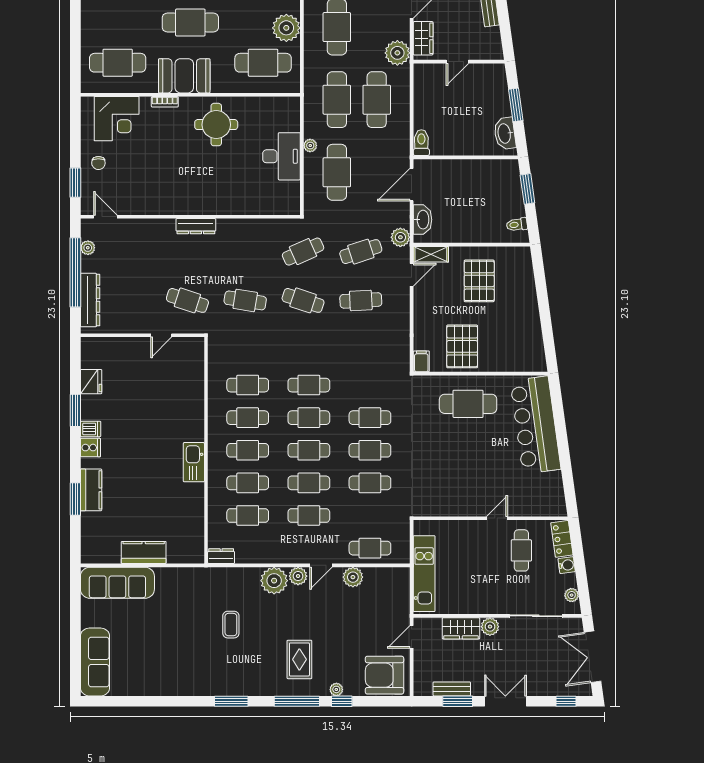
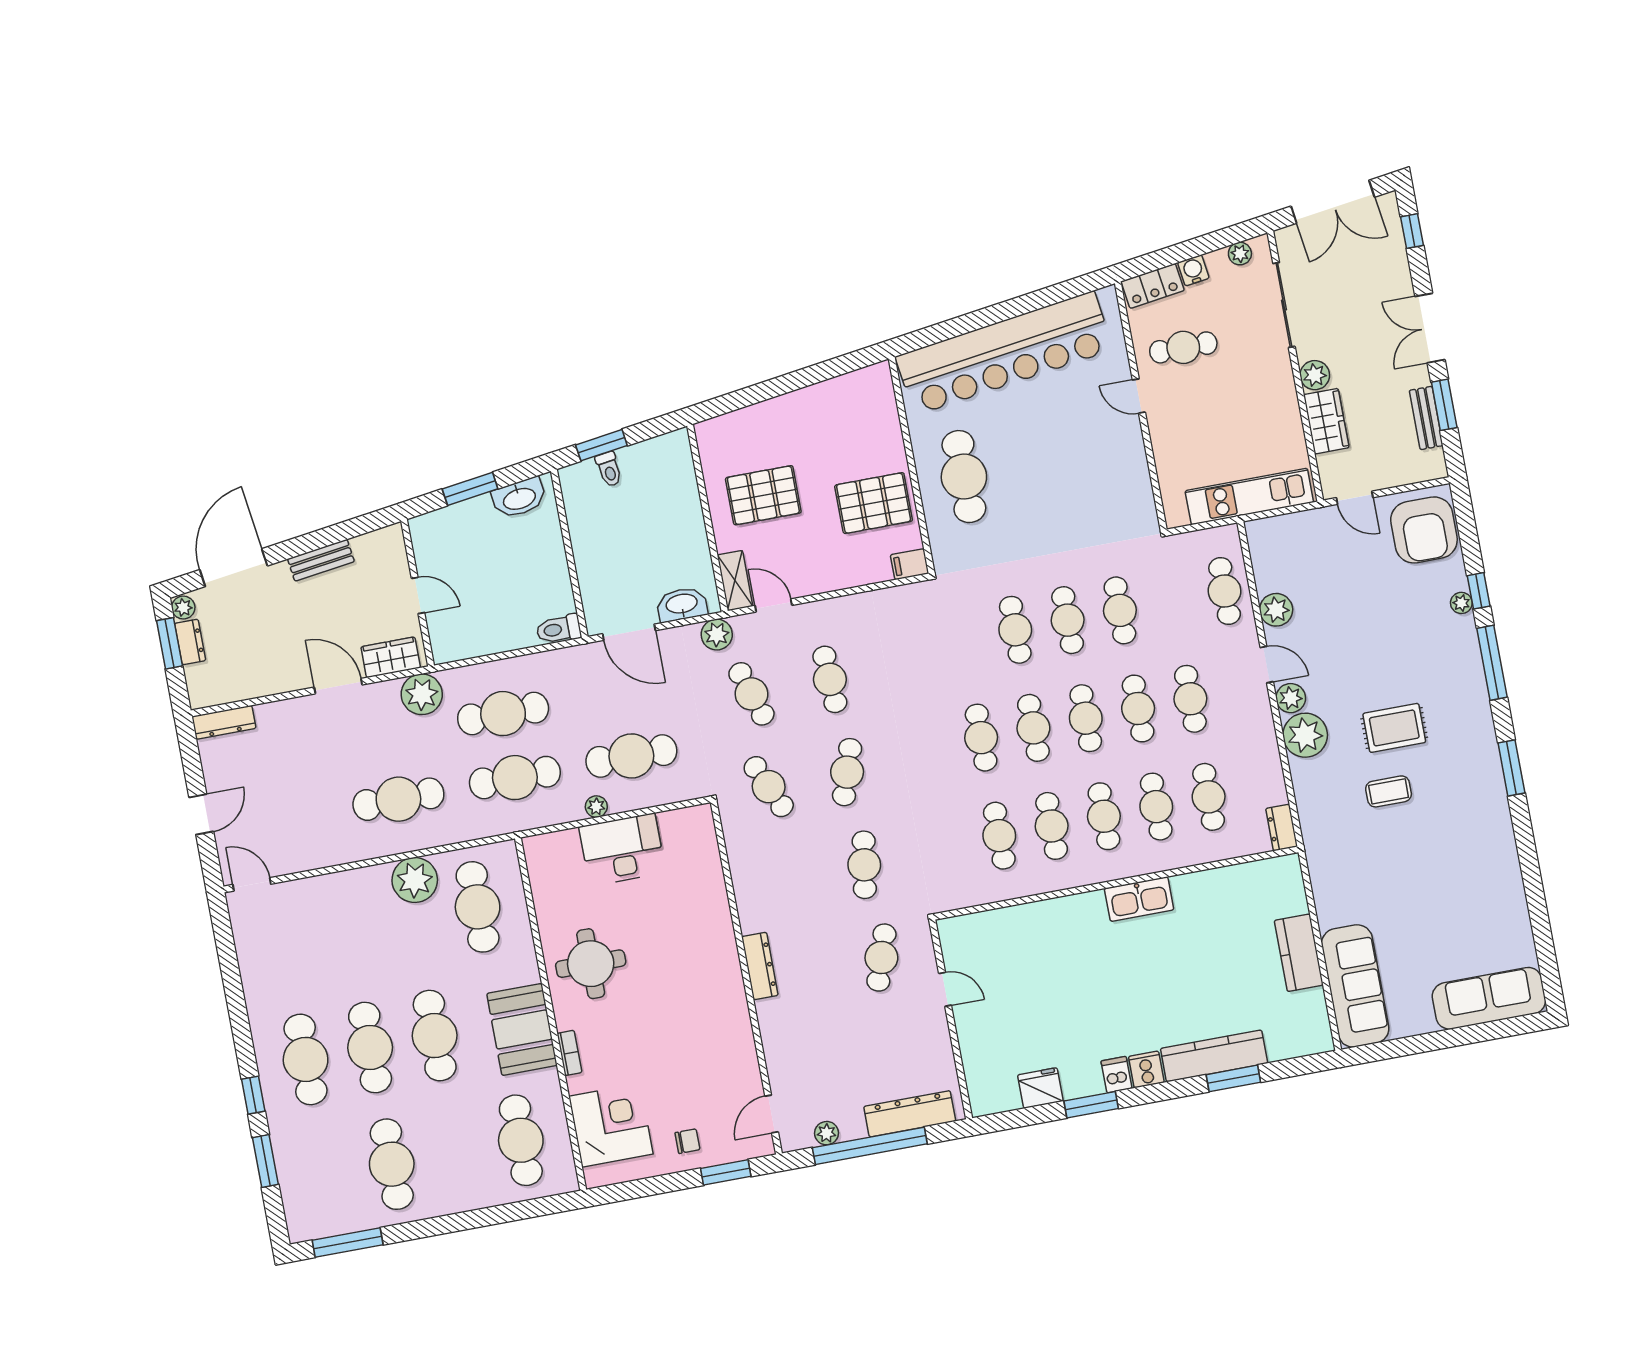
toilet: (517, 225) -> (609, 469), moved
bar counter: (536, 425) -> (1004, 353), width x1.36
kitchen counter: (91, 490) -> (1214, 1056), width x1.50
rug: (299, 659) -> (1394, 728), moved

